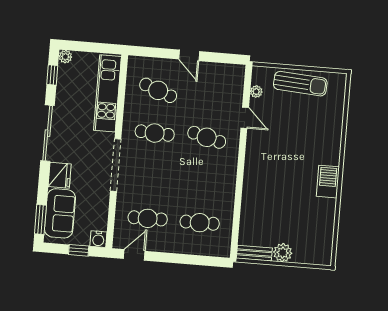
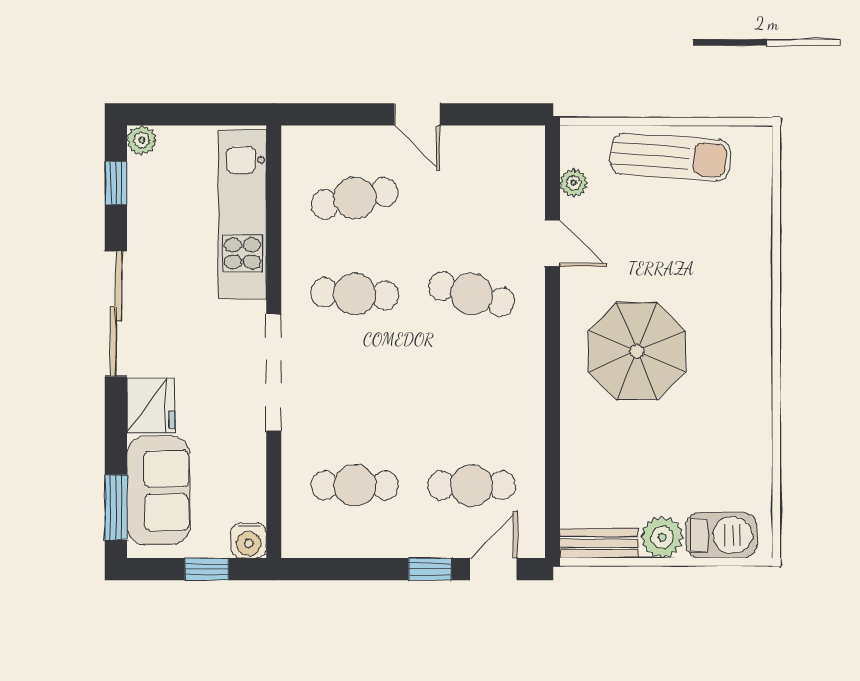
cafe table: (158, 90) -> (355, 198), turned -33
parasol: (278, 169) -> (637, 351), added
barbecue: (328, 182) -> (721, 535), moved, turned 90
door: (134, 255) -> (493, 569), moved
window: (178, 258) -> (430, 569), added

